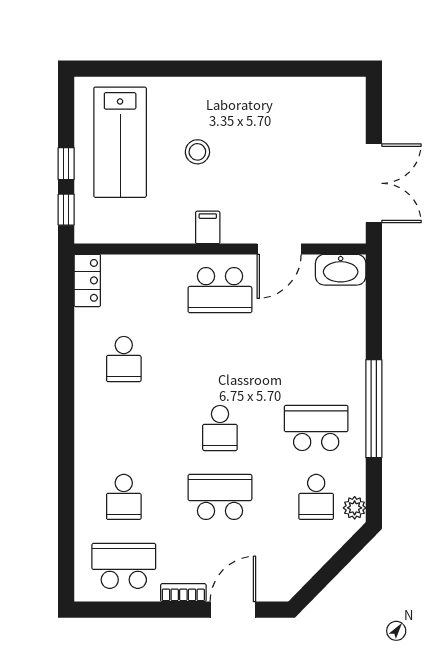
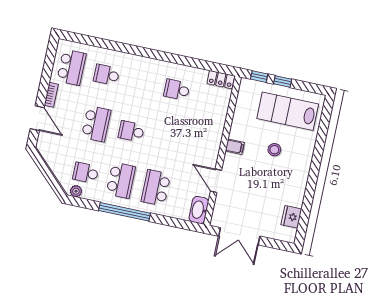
fridge: (317, 93) -> (291, 217), added
school desk: (220, 290) -> (156, 188), moved

